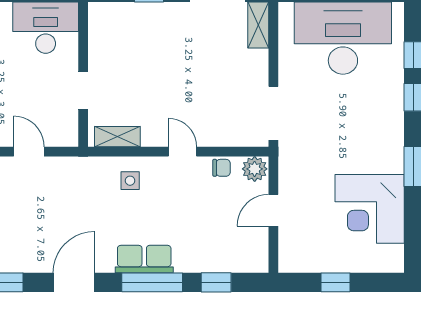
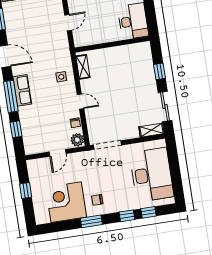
doorway: (83, 91) -> (104, 46), removed
chair: (375, 149) -> (97, 200), added
door: (183, 152) -> (80, 101), hinge flipped
door: (273, 210) -> (58, 153), swing flipped

